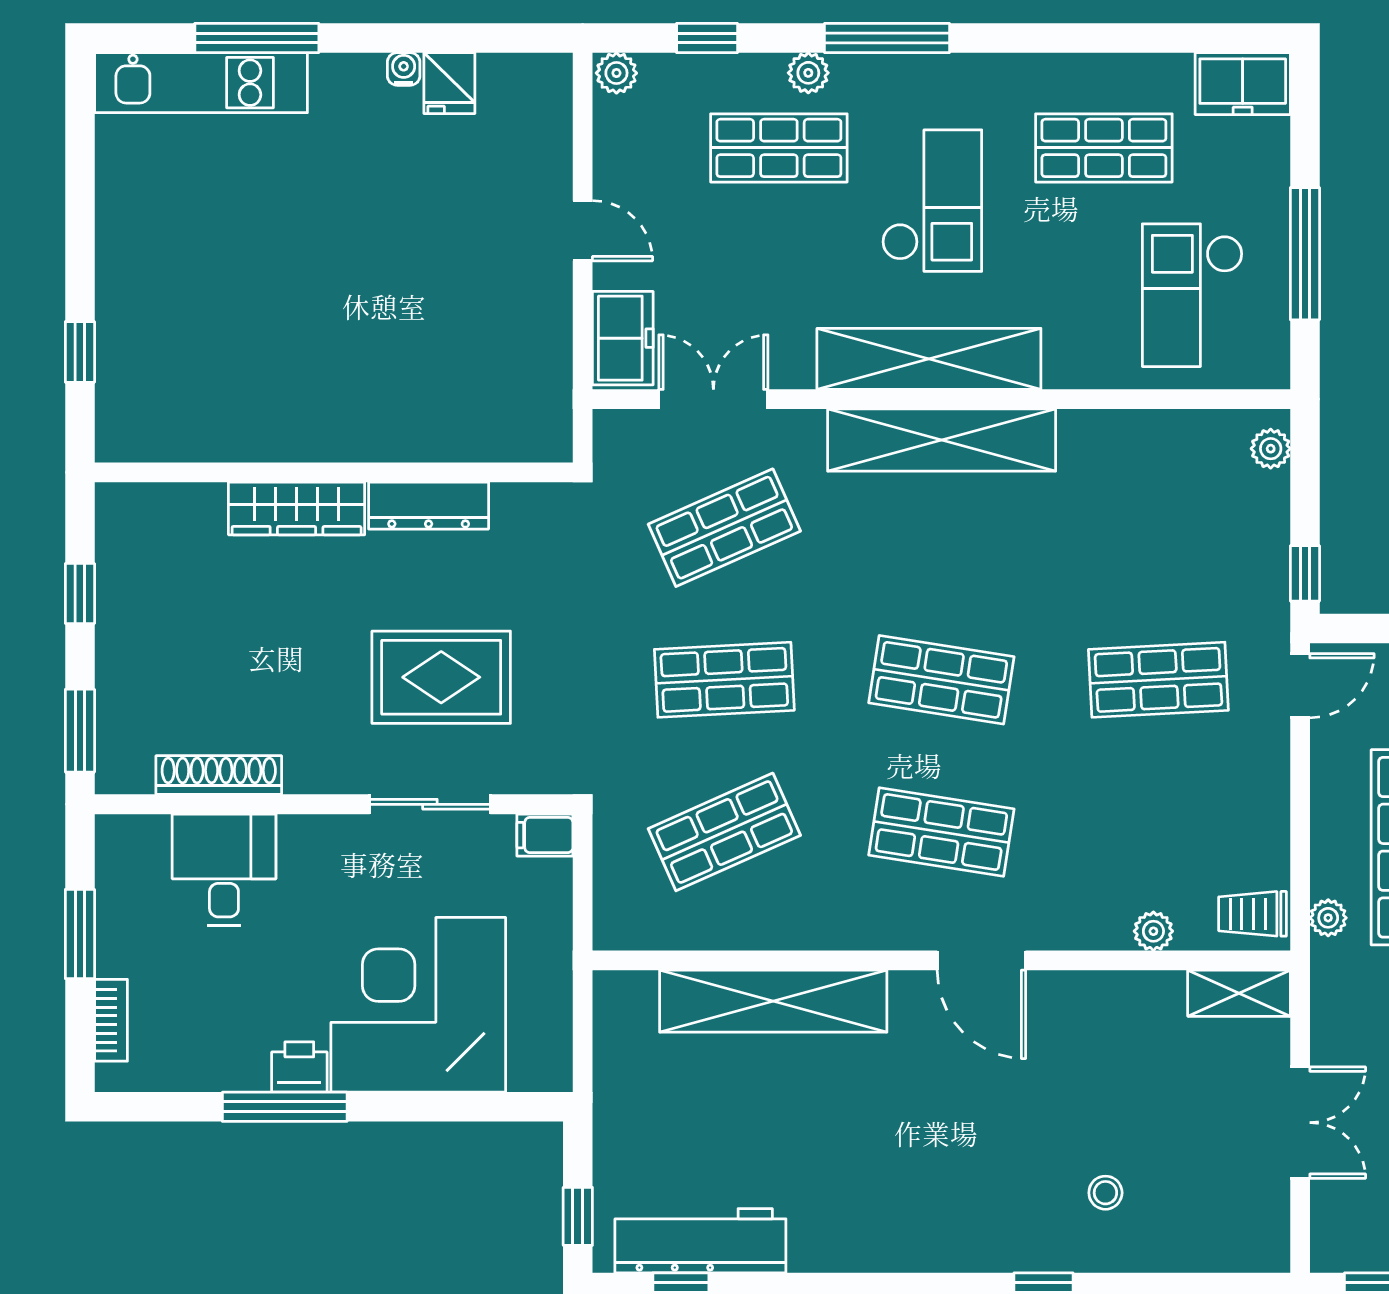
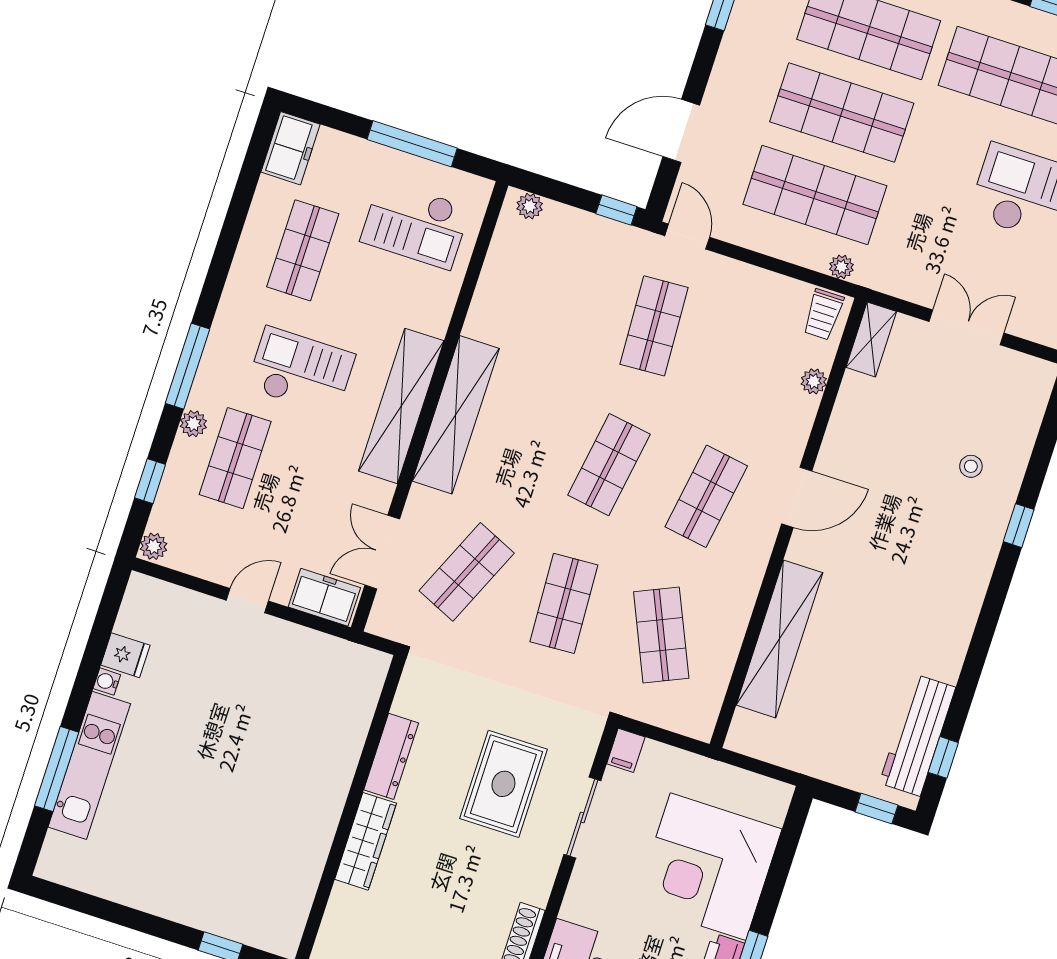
kitchen unit: (201, 83) -> (89, 765), moved
shop shelf: (724, 528) -> (467, 572), turned 48

